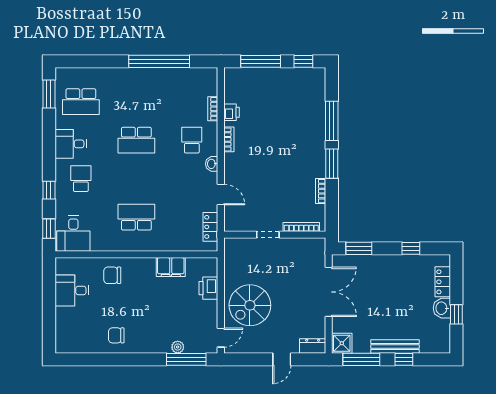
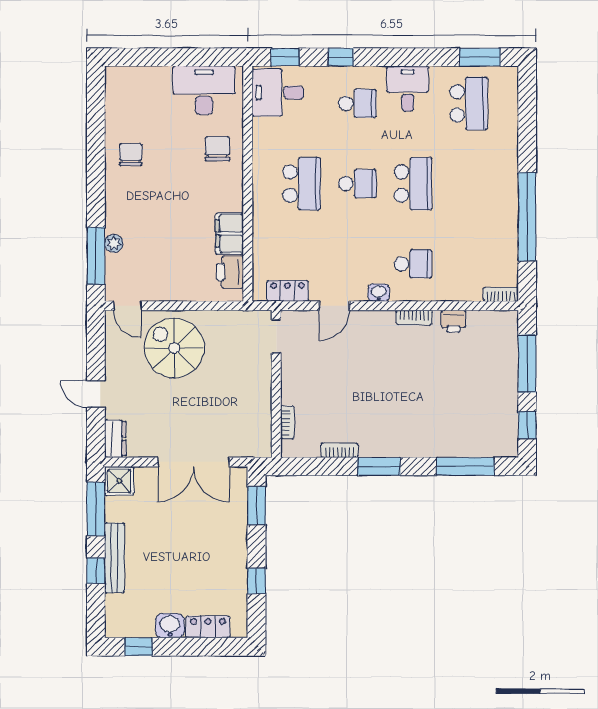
school desk: (81, 102) -> (469, 103), turned 180
bookcase: (213, 109) -> (501, 294), moved
window: (332, 121) -> (465, 466), moved
school desk: (136, 140) -> (413, 184), turned 180
school desk: (136, 179) -> (357, 184), added
bookcase: (301, 227) -> (287, 422), width x0.64
doorway: (268, 235) -> (276, 336), moved
printer: (208, 288) -> (230, 272), moved, turned -90
desk: (72, 290) -> (204, 90), width x1.37
window: (456, 314) -> (138, 647), moved

